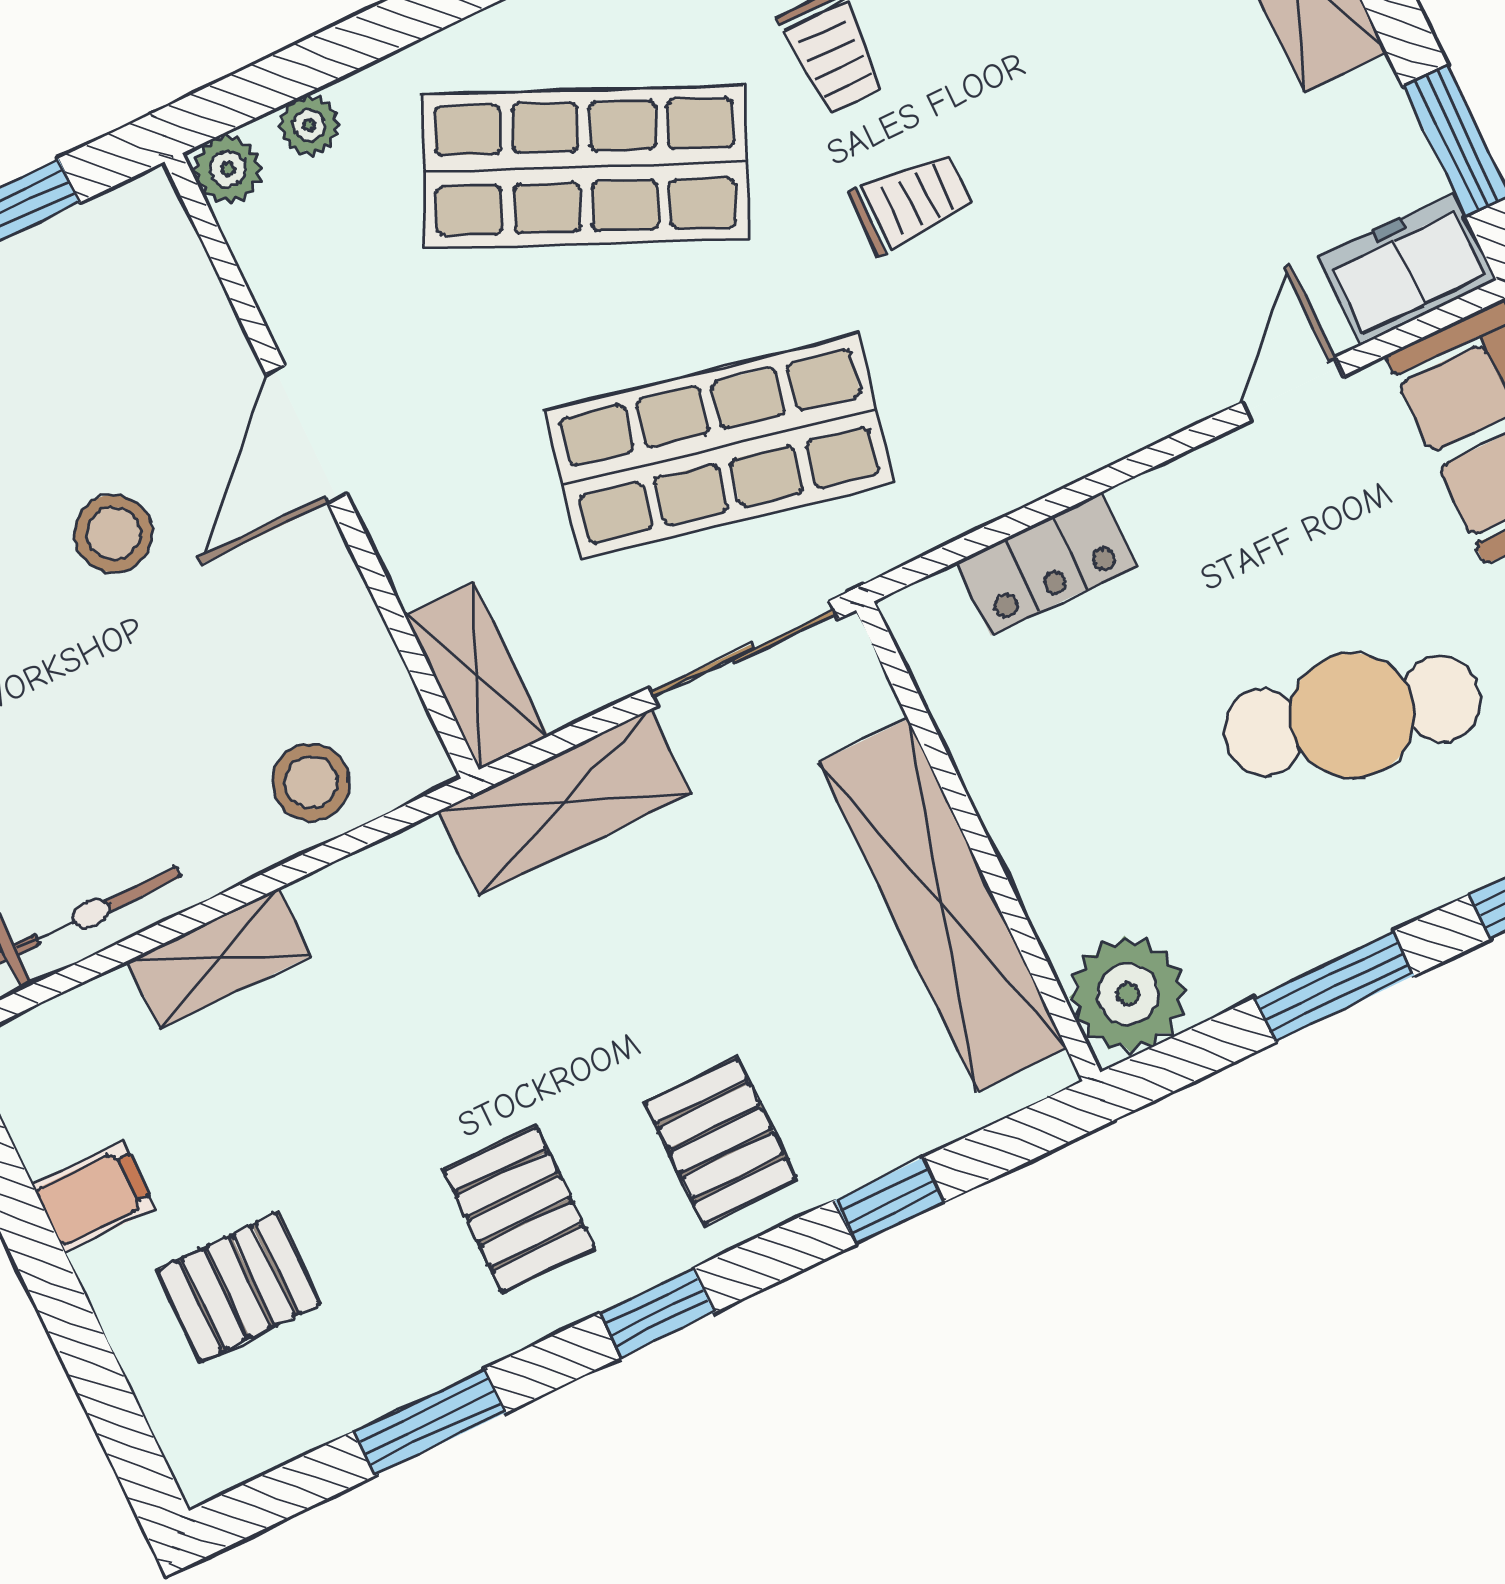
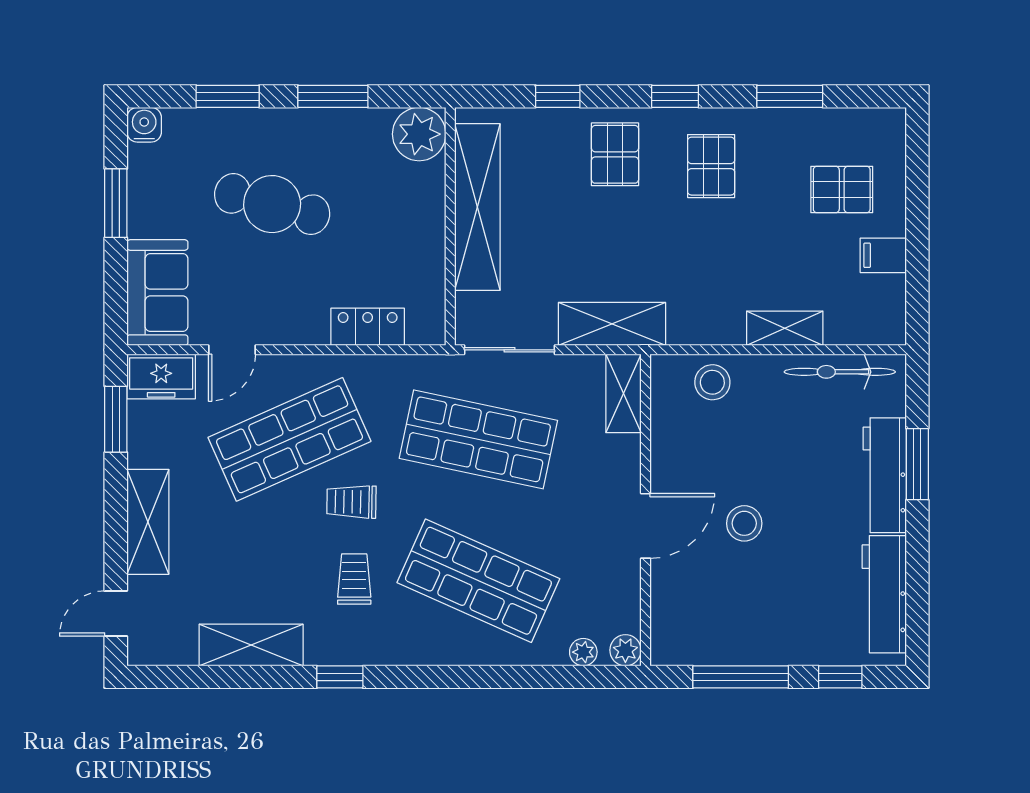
shop shelf: (1094, 266) -> (289, 439), added

